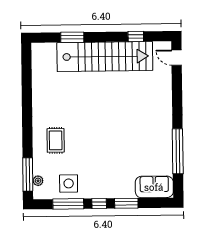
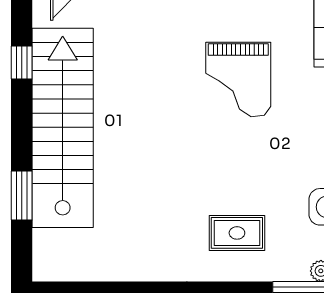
grand piano: (129, 140) -> (238, 79), added

